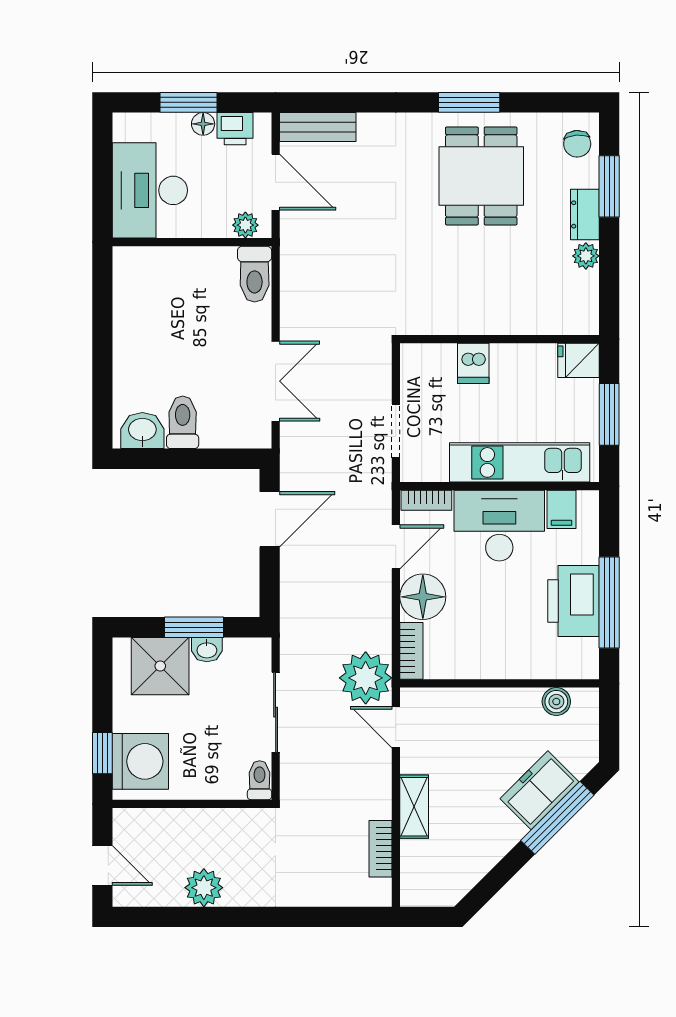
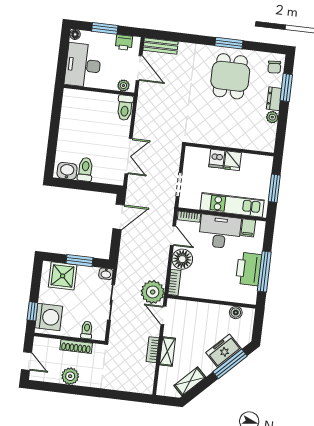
floor lamp: (203, 124) -> (75, 34), moved
fridge: (579, 360) -> (233, 161), moved, turned -90
door: (396, 547) -> (173, 236), hinge flipped
washbasin: (207, 650) -> (106, 274), moved
toilet: (260, 780) -> (87, 330), moved
shoe rack: (209, 820) -> (76, 346), added
bookcase: (381, 849) -> (153, 350), moved
shelving: (472, 867) -> (190, 381), added

